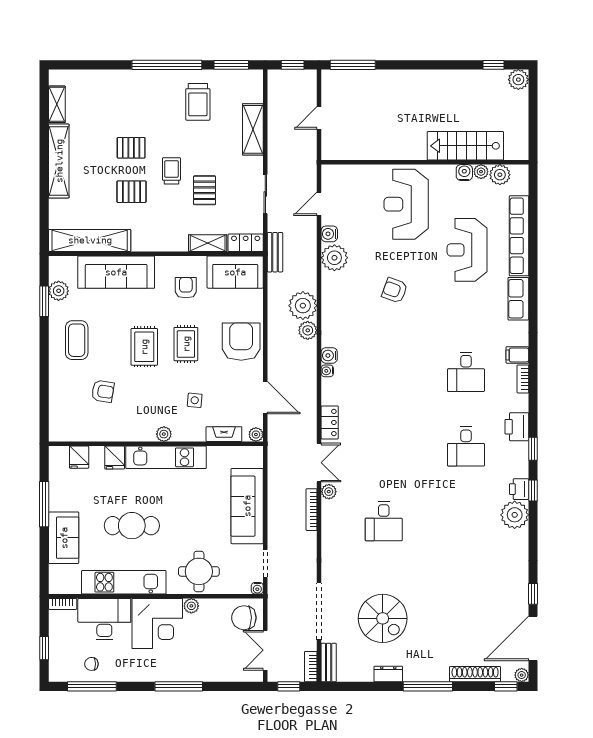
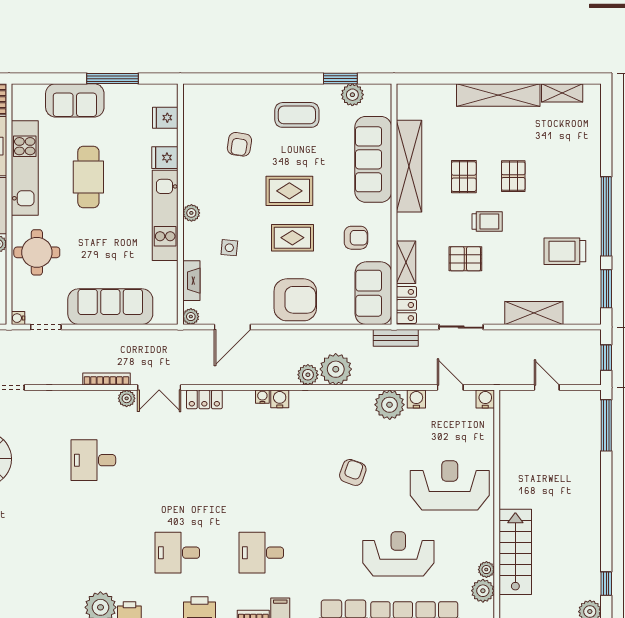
water cooler: (464, 173) -> (485, 399), moved, turned -90
shelving: (90, 240) -> (409, 166), moved

